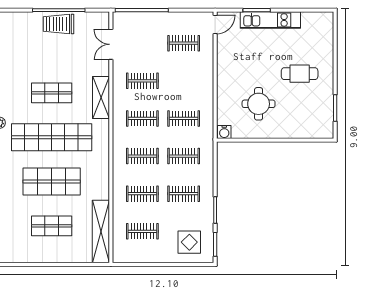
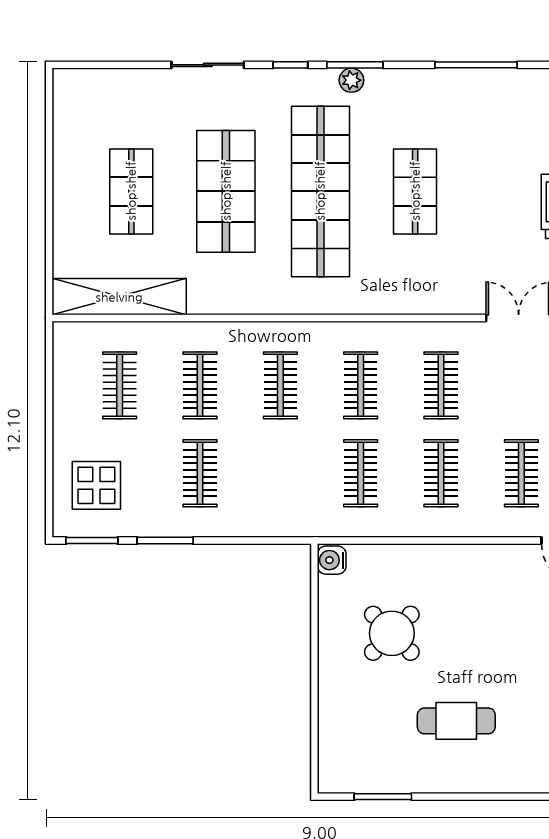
cafe table: (300, 74) -> (456, 721), turned 90
shelving: (101, 98) -> (405, 297), removed
round table: (259, 104) -> (392, 633), turned 45
clothes rail: (184, 156) -> (441, 473), moved

